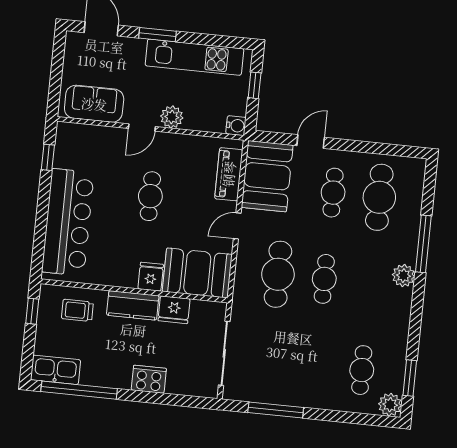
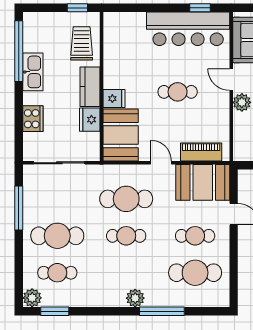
water cooler: (236, 126) -> (240, 154), removed
bar counter: (68, 222) -> (188, 29), moved
trolley: (77, 310) -> (82, 43), width x1.36, depth x1.39
cafe table: (315, 365) -> (57, 236), added
kitchen sink: (56, 370) -> (33, 72), moved
cooker: (149, 379) -> (33, 119), moved

